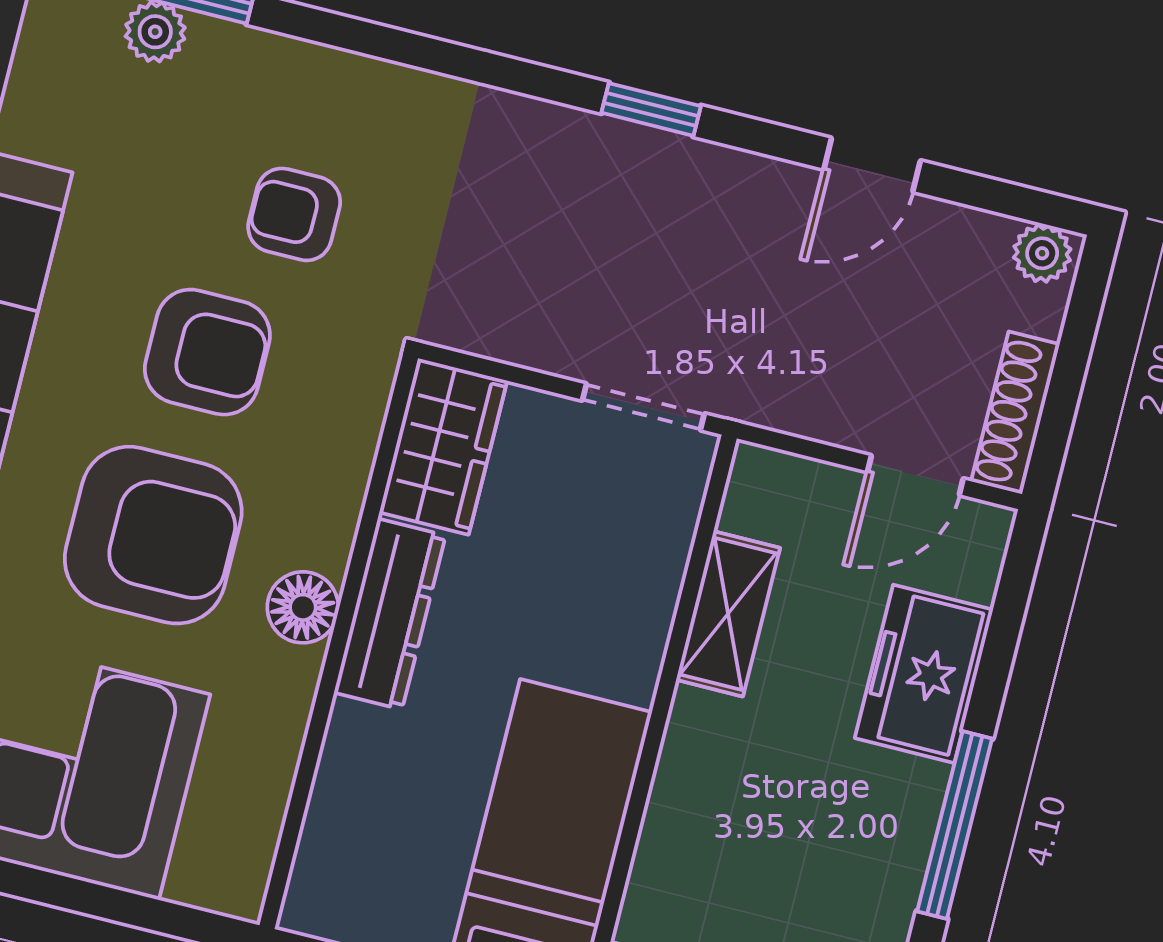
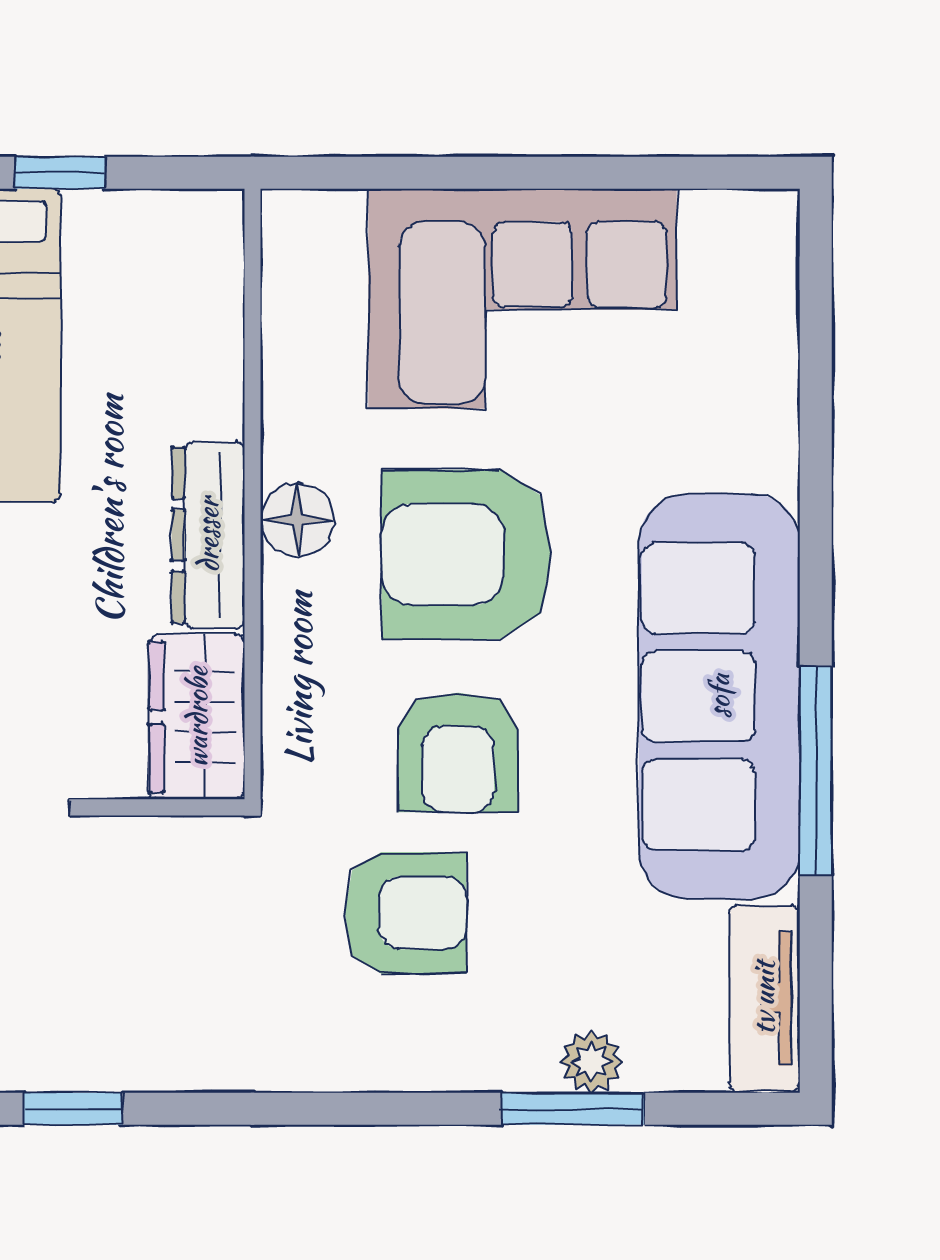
armchair: (294, 214) -> (405, 913), width x1.38, depth x1.38
armchair: (207, 352) -> (458, 752), turned -90

